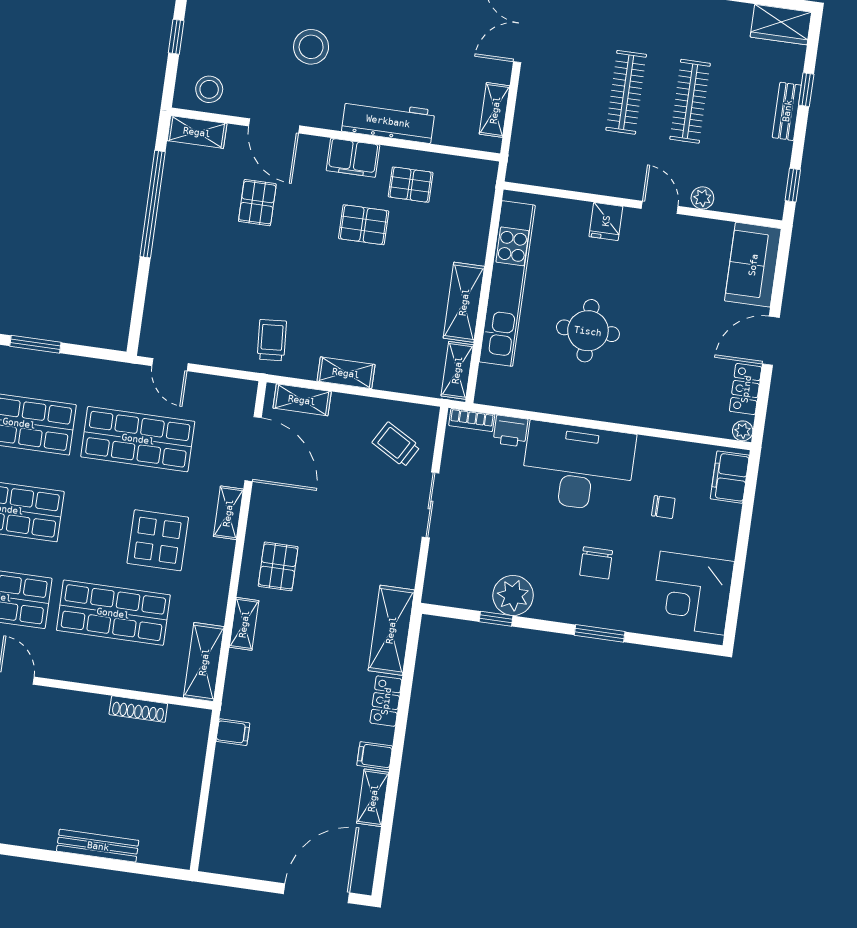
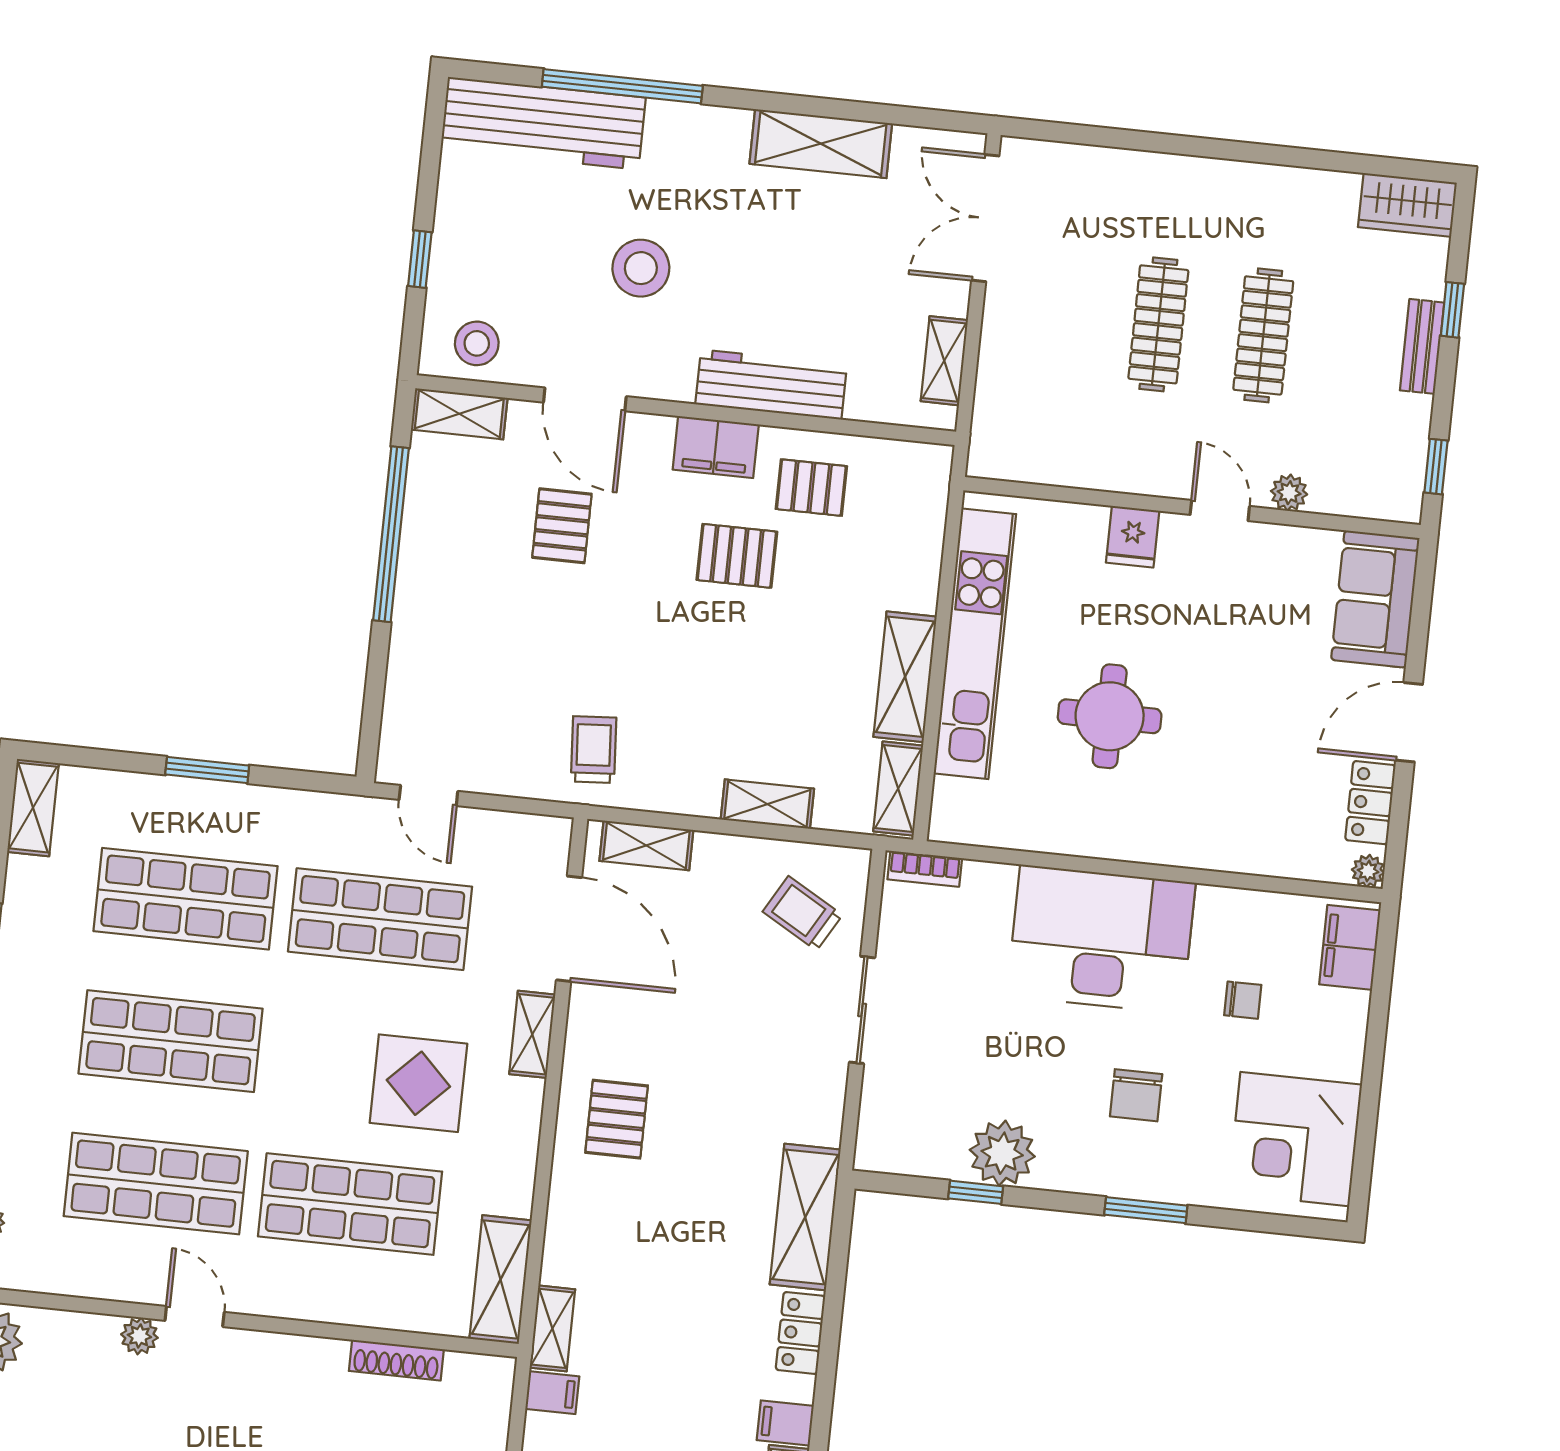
shelving: (346, 373) -> (767, 804), moved
printer: (510, 431) -> (989, 885), removed
shelving: (244, 624) -> (552, 1328), moved

